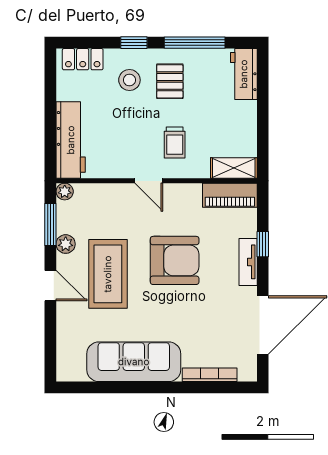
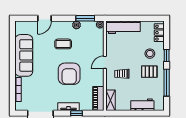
workbench: (244, 74) -> (142, 105), moved
coffee table: (108, 274) -> (63, 44), width x0.54, depth x0.58
door: (50, 286) -> (44, 18), moved

